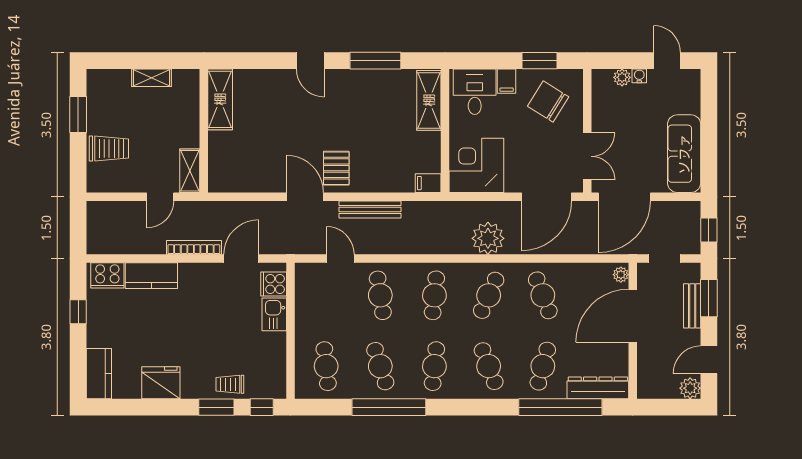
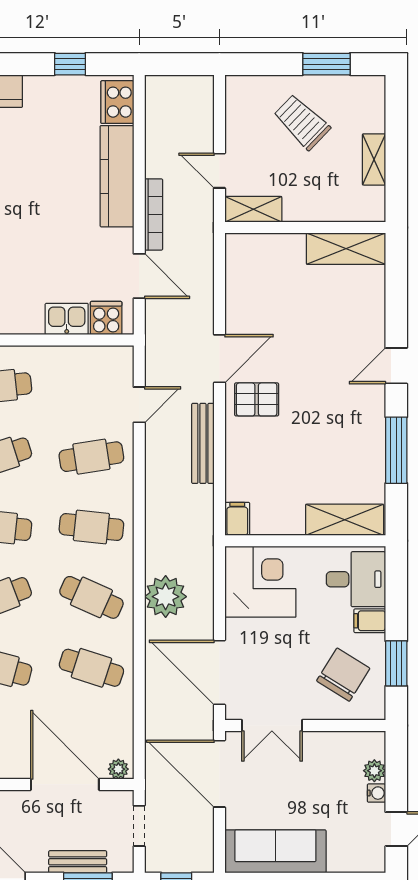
trolley: (109, 149) -> (302, 122), moved, turned 134
kitchen counter: (151, 276) -> (117, 176), width x1.50
cafe table: (543, 295) -> (91, 668), turned 39

